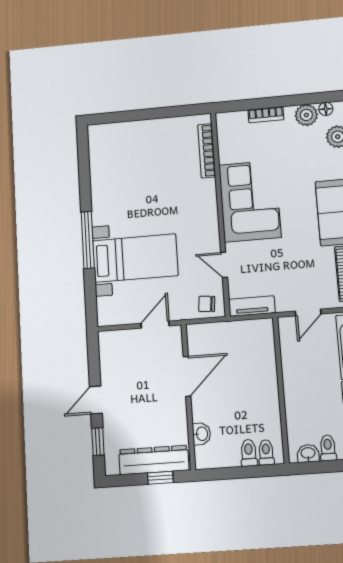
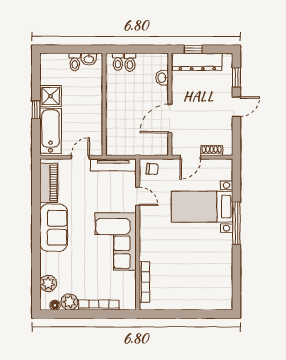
bookcase: (266, 115) -> (99, 305), width x1.56
tv unit: (252, 306) -> (113, 165), width x1.41
shoe rack: (127, 336) -> (212, 150), added

